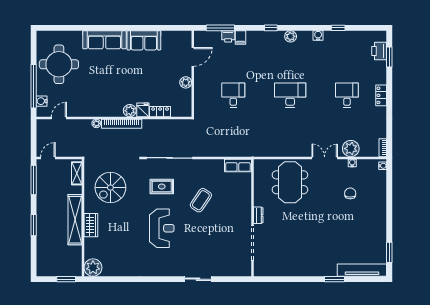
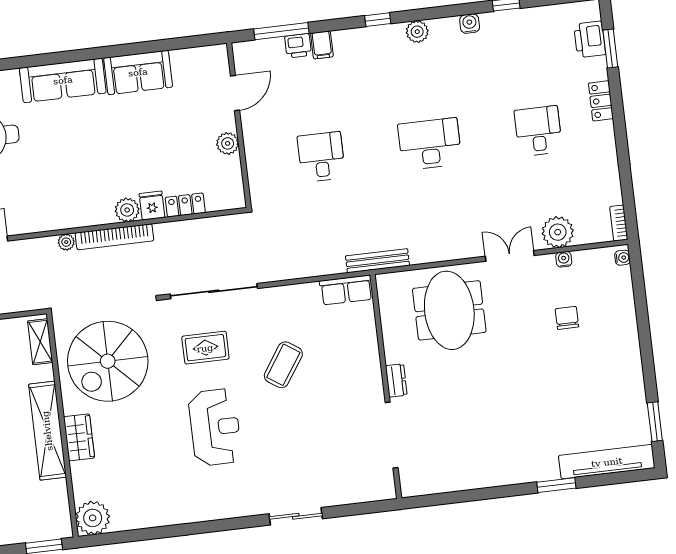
locker: (381, 95) -> (601, 101), moved
bench: (256, 152) -> (377, 261), added
spiral stairs: (110, 188) -> (108, 361), width x1.37, depth x1.37

